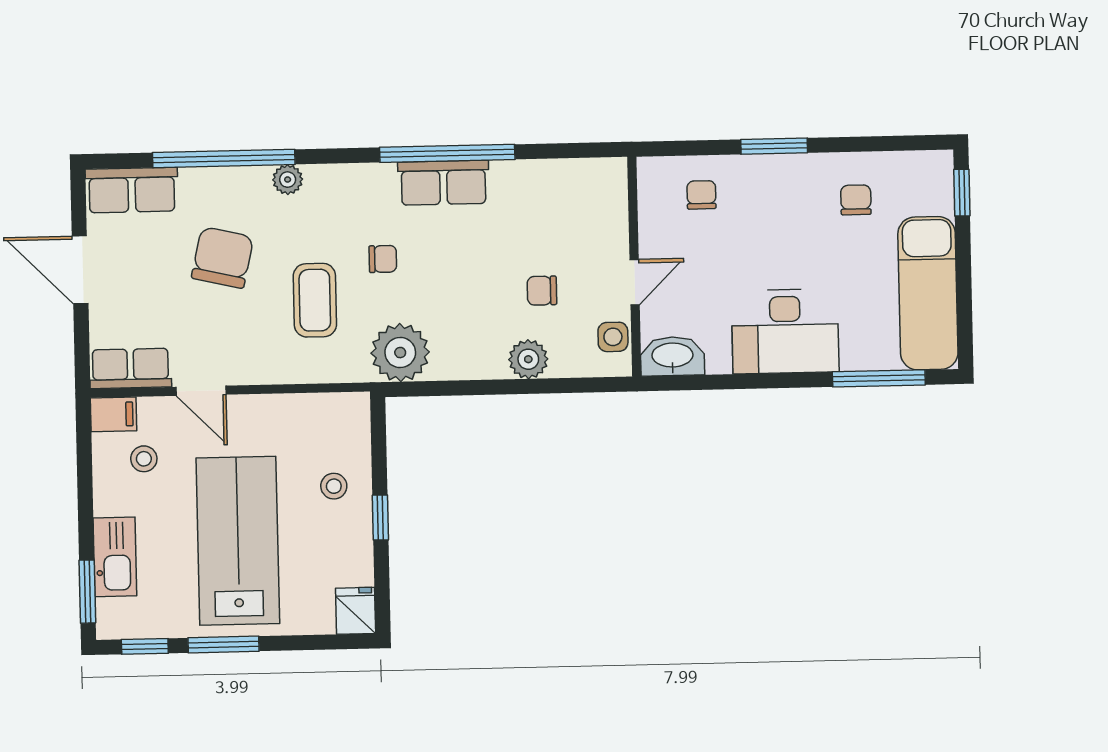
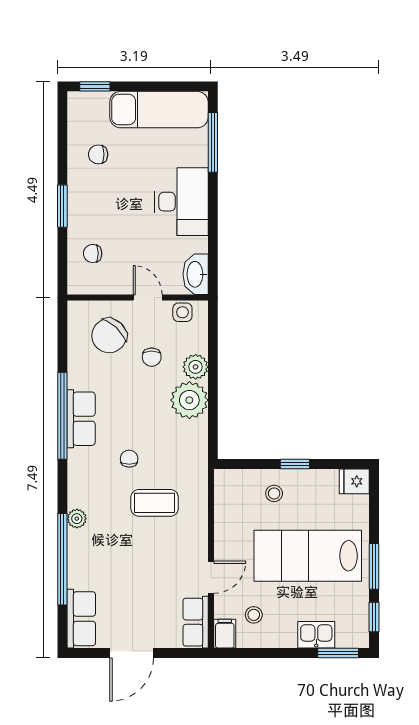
chair: (223, 257) -> (109, 336), moved, turned -60
plant: (400, 353) -> (189, 400), moved
kitchen sink: (115, 557) -> (316, 635), width x0.73

